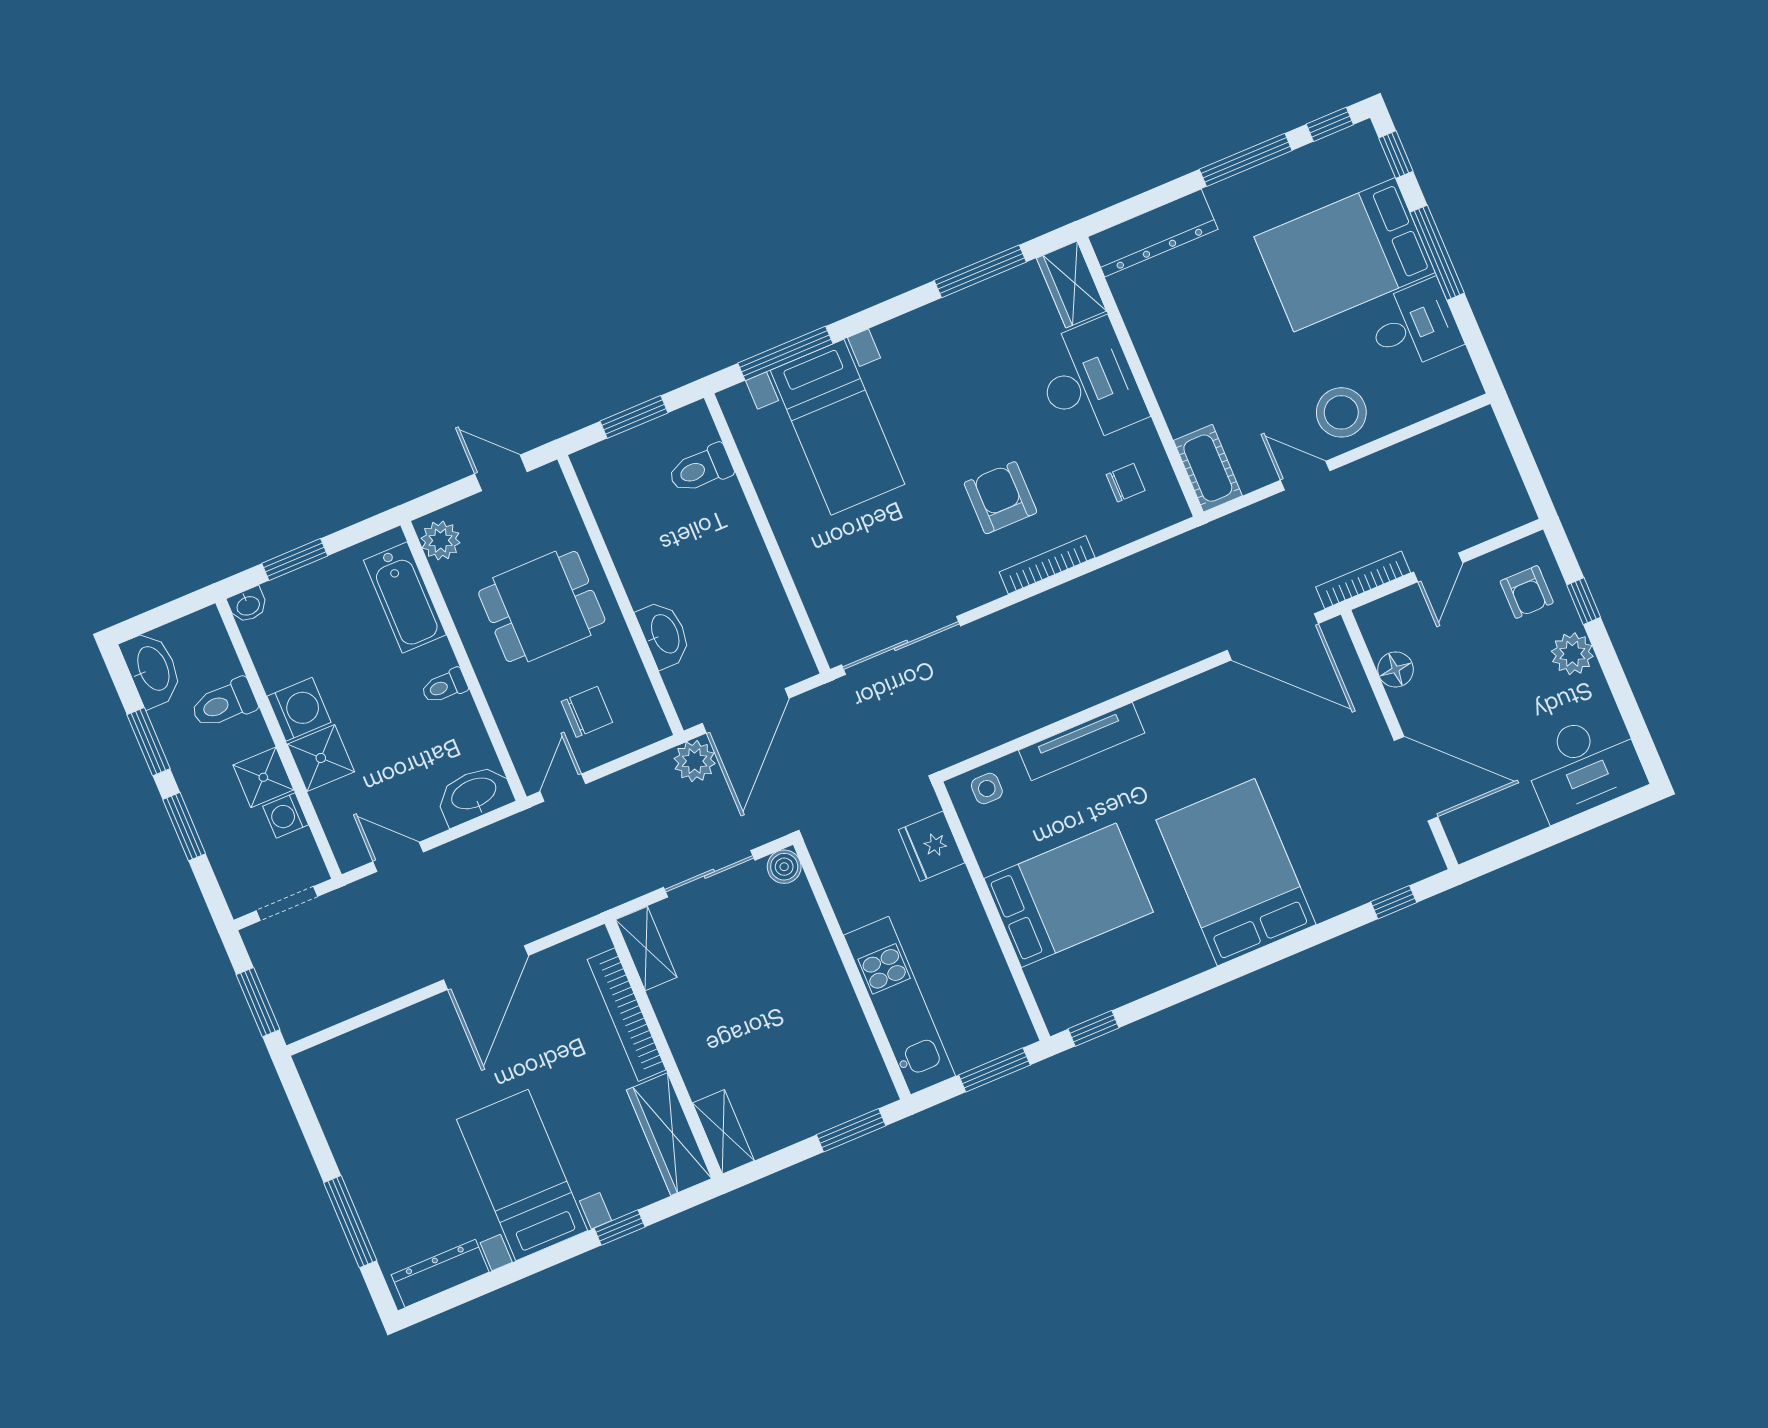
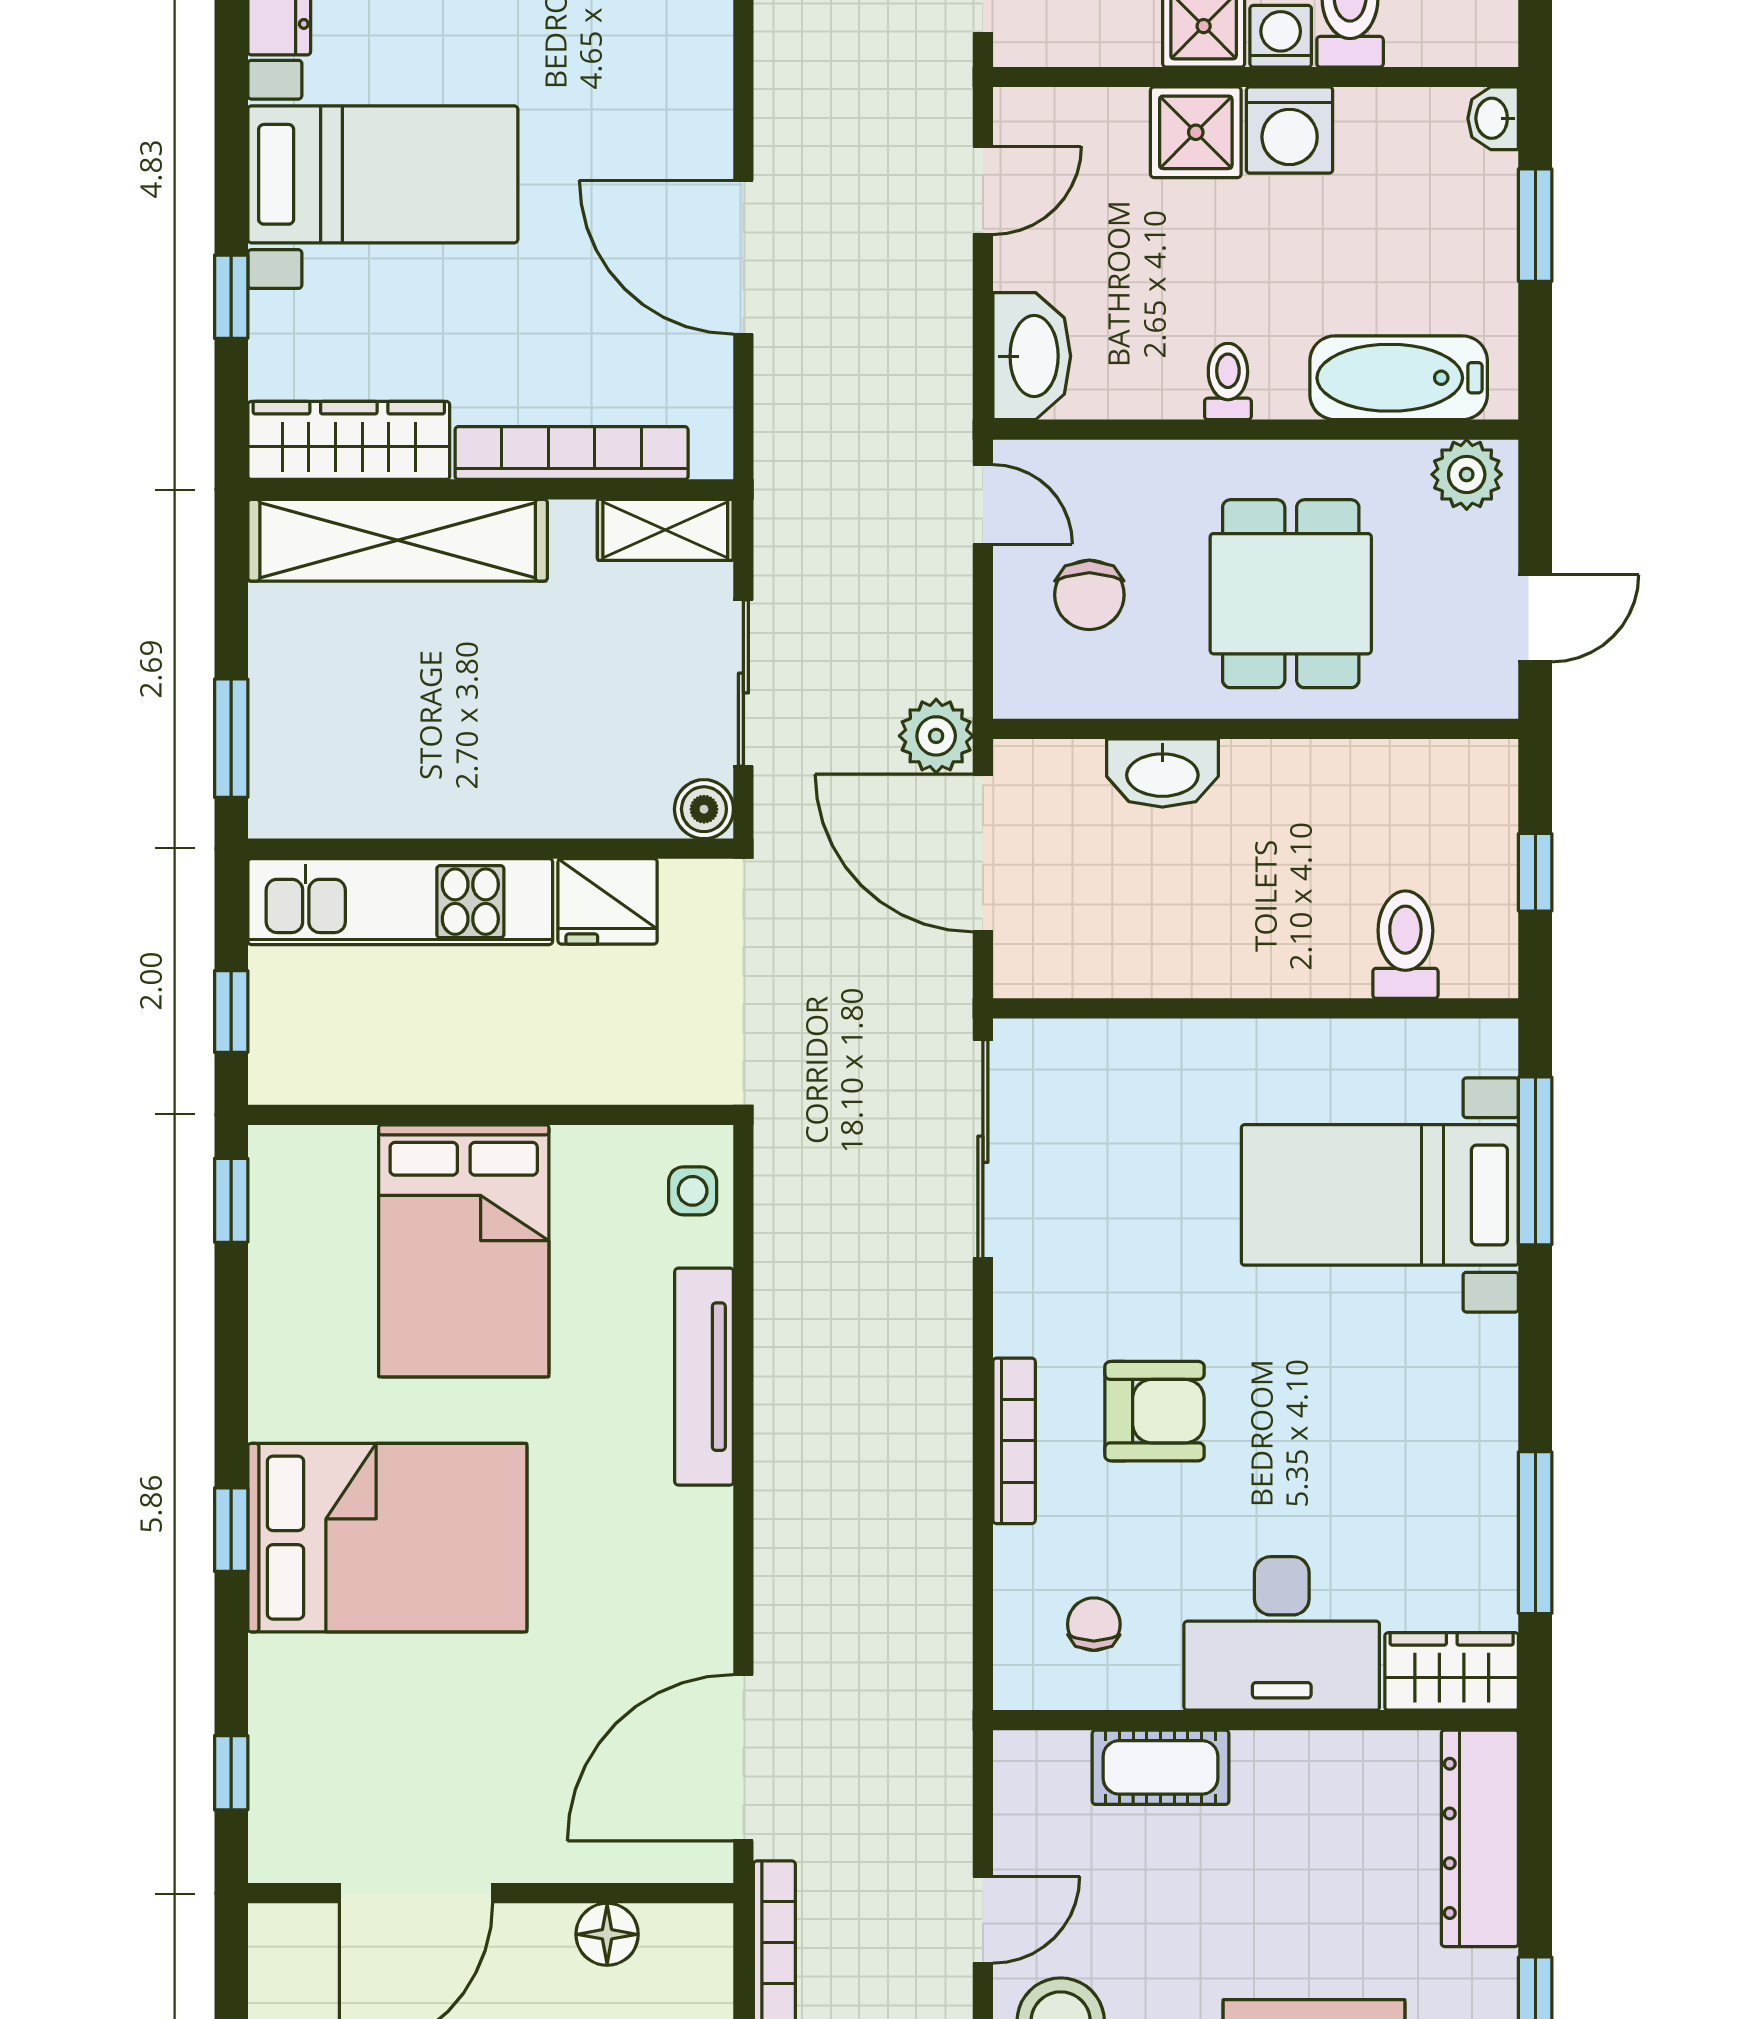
window: (634, 417) -> (1535, 872), width x0.67
cot: (1208, 468) -> (1161, 1767), moved
chair: (1126, 483) -> (1094, 1624), turned 180
washing machine: (286, 815) -> (1281, 36), moved
fridge: (932, 846) -> (608, 901), moved, turned 180
window: (1266, 956) -> (231, 1530), added
window: (994, 1070) -> (231, 1012), width x0.67
shelving: (723, 1132) -> (398, 540), width x2.20, depth x1.33

